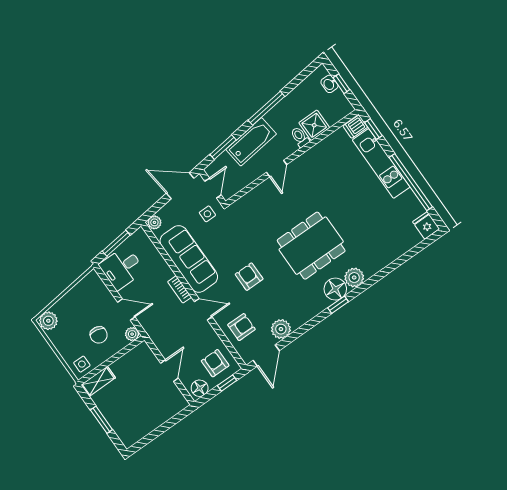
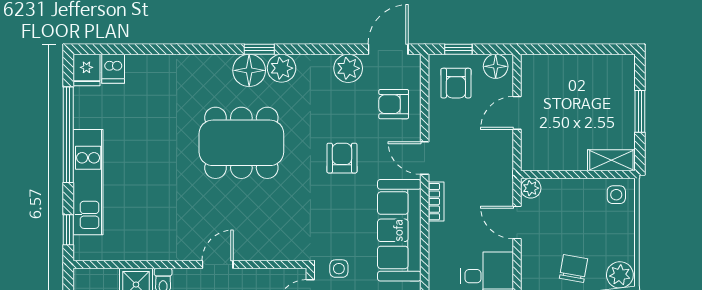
dishwasher: (355, 127) -> (113, 69), moved, turned 90
armchair: (249, 277) -> (342, 158), turned 180
plant: (354, 278) -> (282, 68), moved
chair: (99, 335) -> (573, 269), moved

